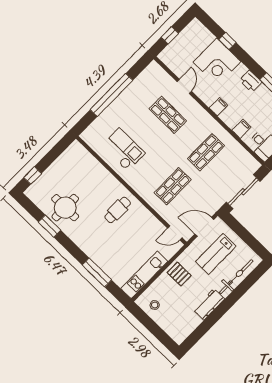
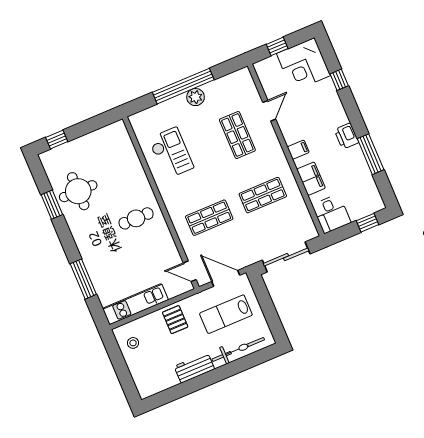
corner desk: (217, 62) -> (303, 65), moved
plant: (124, 99) -> (196, 97), added
filing cabinet: (241, 129) -> (311, 179), width x2.00

